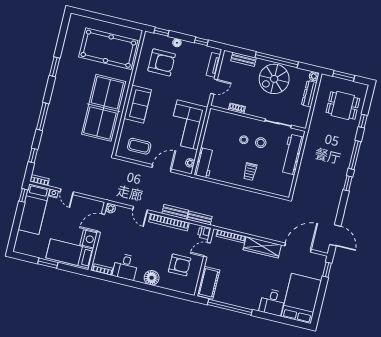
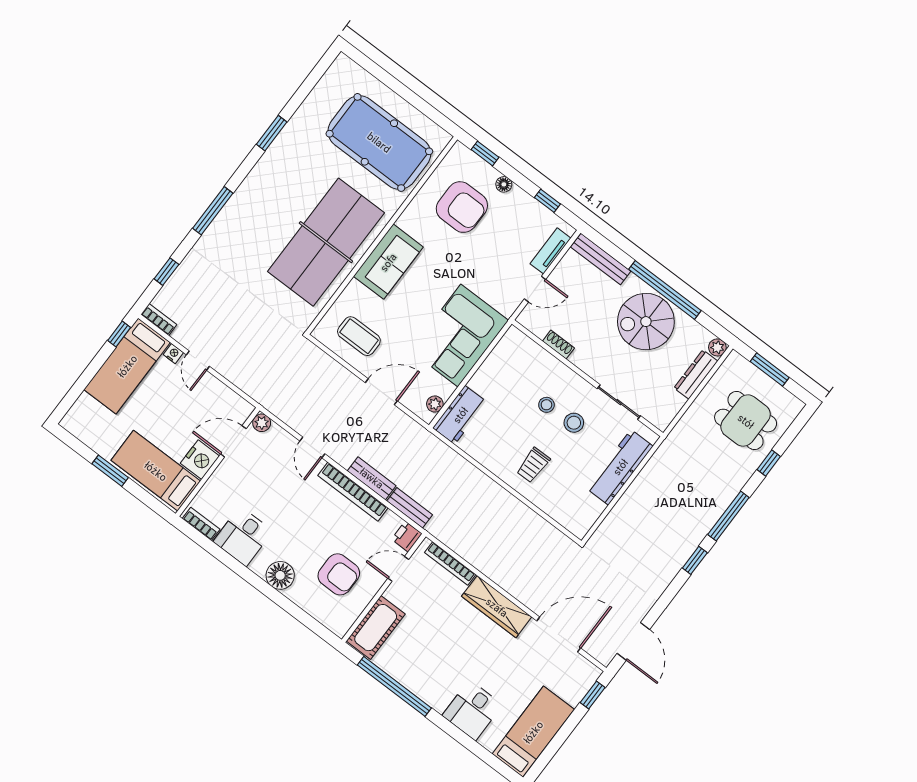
bench: (244, 59) -> (601, 259), width x1.36
bed: (301, 298) -> (533, 732), width x0.67

